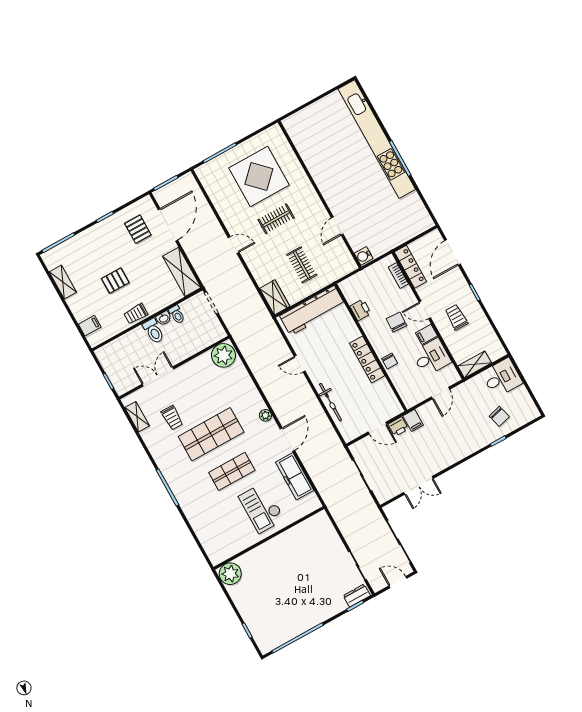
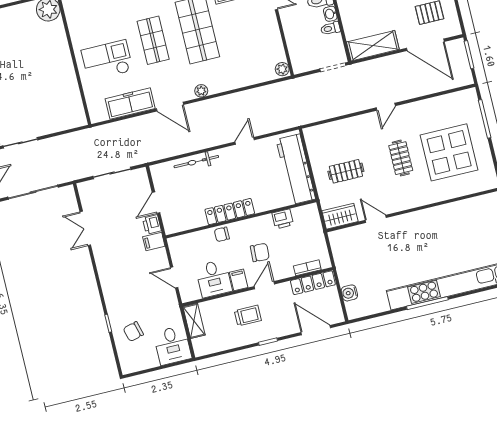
water cooler: (364, 256) -> (349, 293), moved, turned -90
wardrobe: (275, 297) -> (340, 216), moved, turned 180
plant: (223, 355) -> (282, 69), width x0.53, depth x0.53

